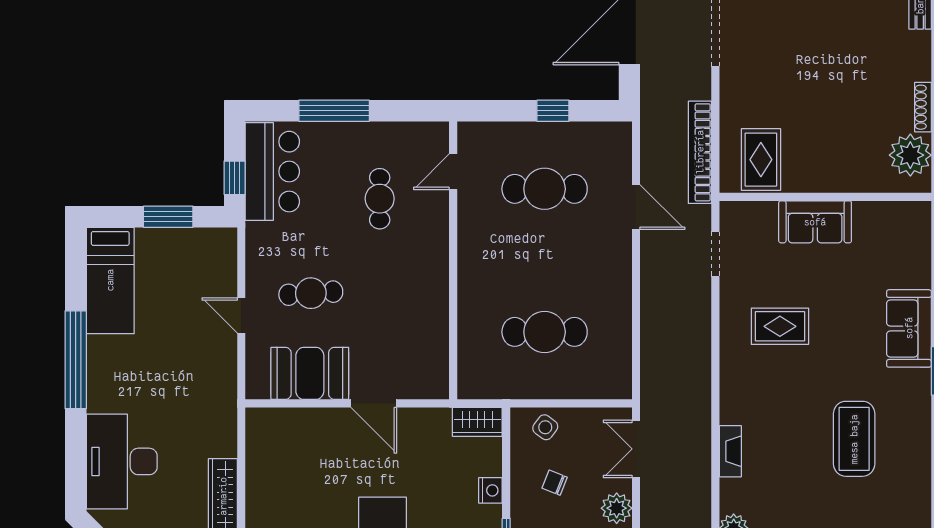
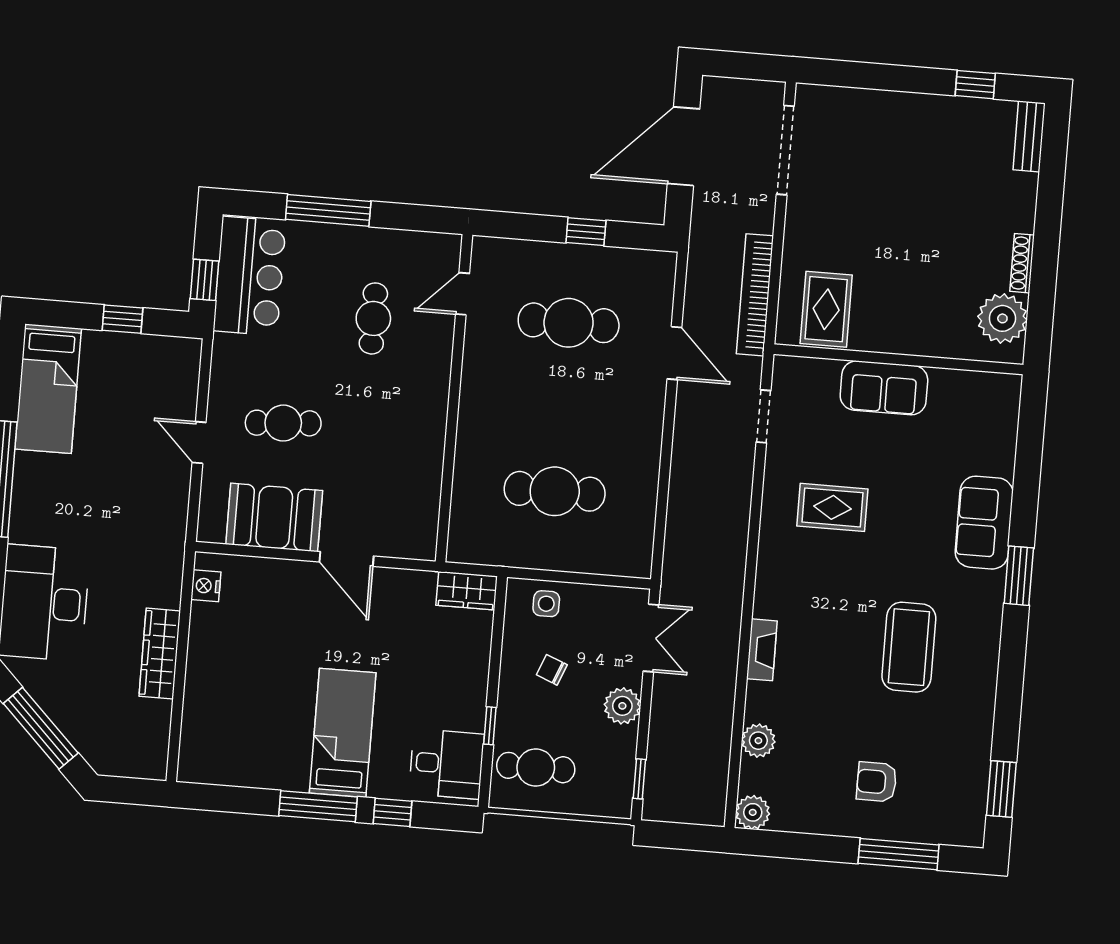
window: (168, 217) -> (123, 319), width x0.67
side table: (545, 427) -> (546, 604), turned -37
double door: (636, 449) -> (651, 638), swing flipped
nightstand: (490, 490) -> (206, 586), moved, turned 180

